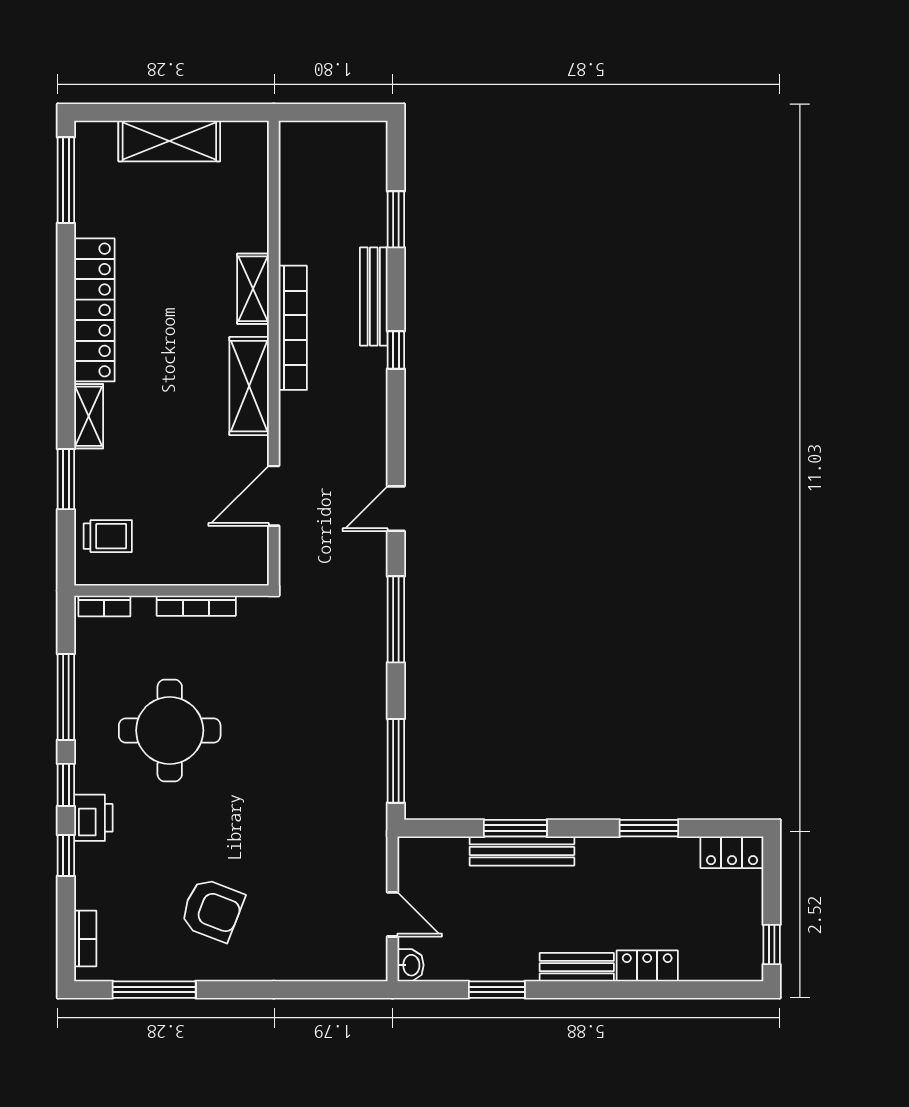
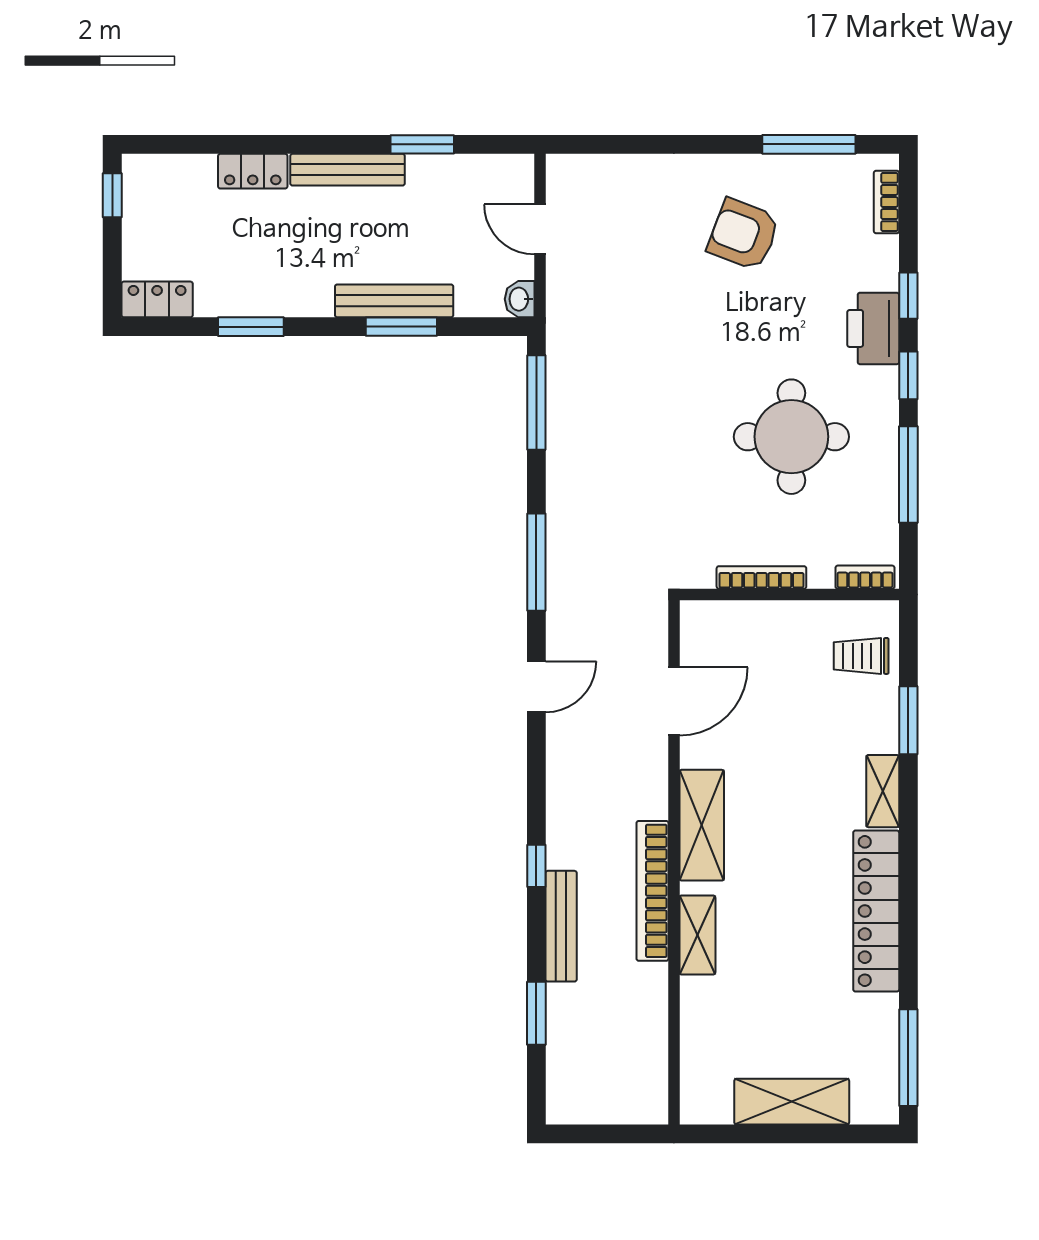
printer: (93, 818) -> (873, 328), width x1.37, depth x1.19
washbasin: (411, 965) -> (520, 299), moved
bench: (577, 967) -> (347, 170), width x1.36

